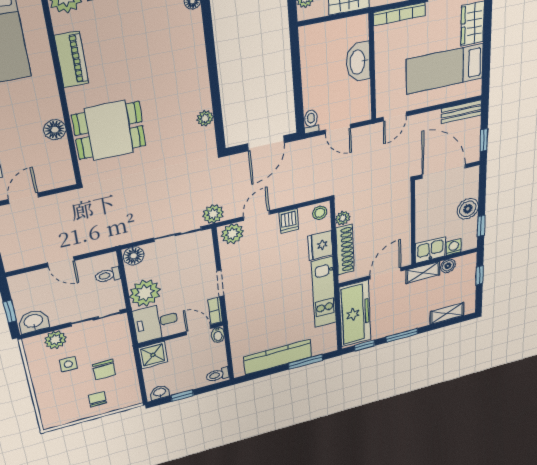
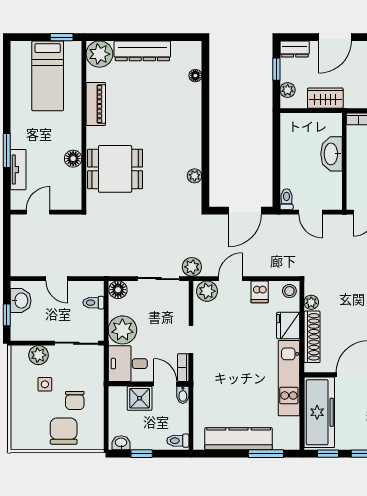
washbasin: (34, 321) -> (21, 301), moved, turned 90
shower: (153, 355) -> (140, 398), moved
chair: (97, 399) -> (64, 431), width x1.87, depth x1.87

